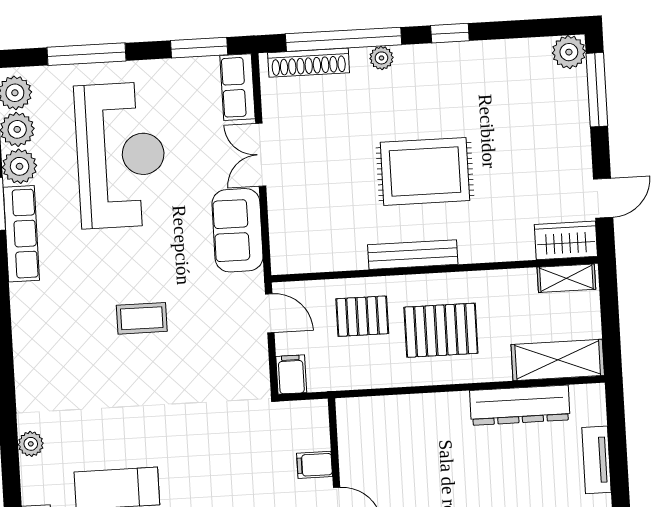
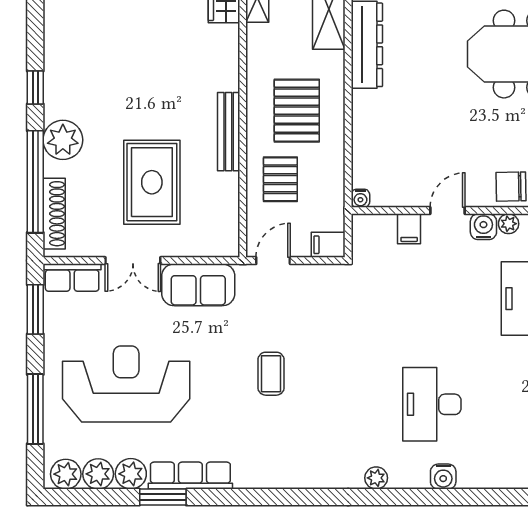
plant: (381, 58) -> (63, 140), width x1.87, depth x1.87
rug: (425, 171) -> (152, 182), moved
water cooler: (346, 408) -> (360, 198), added

